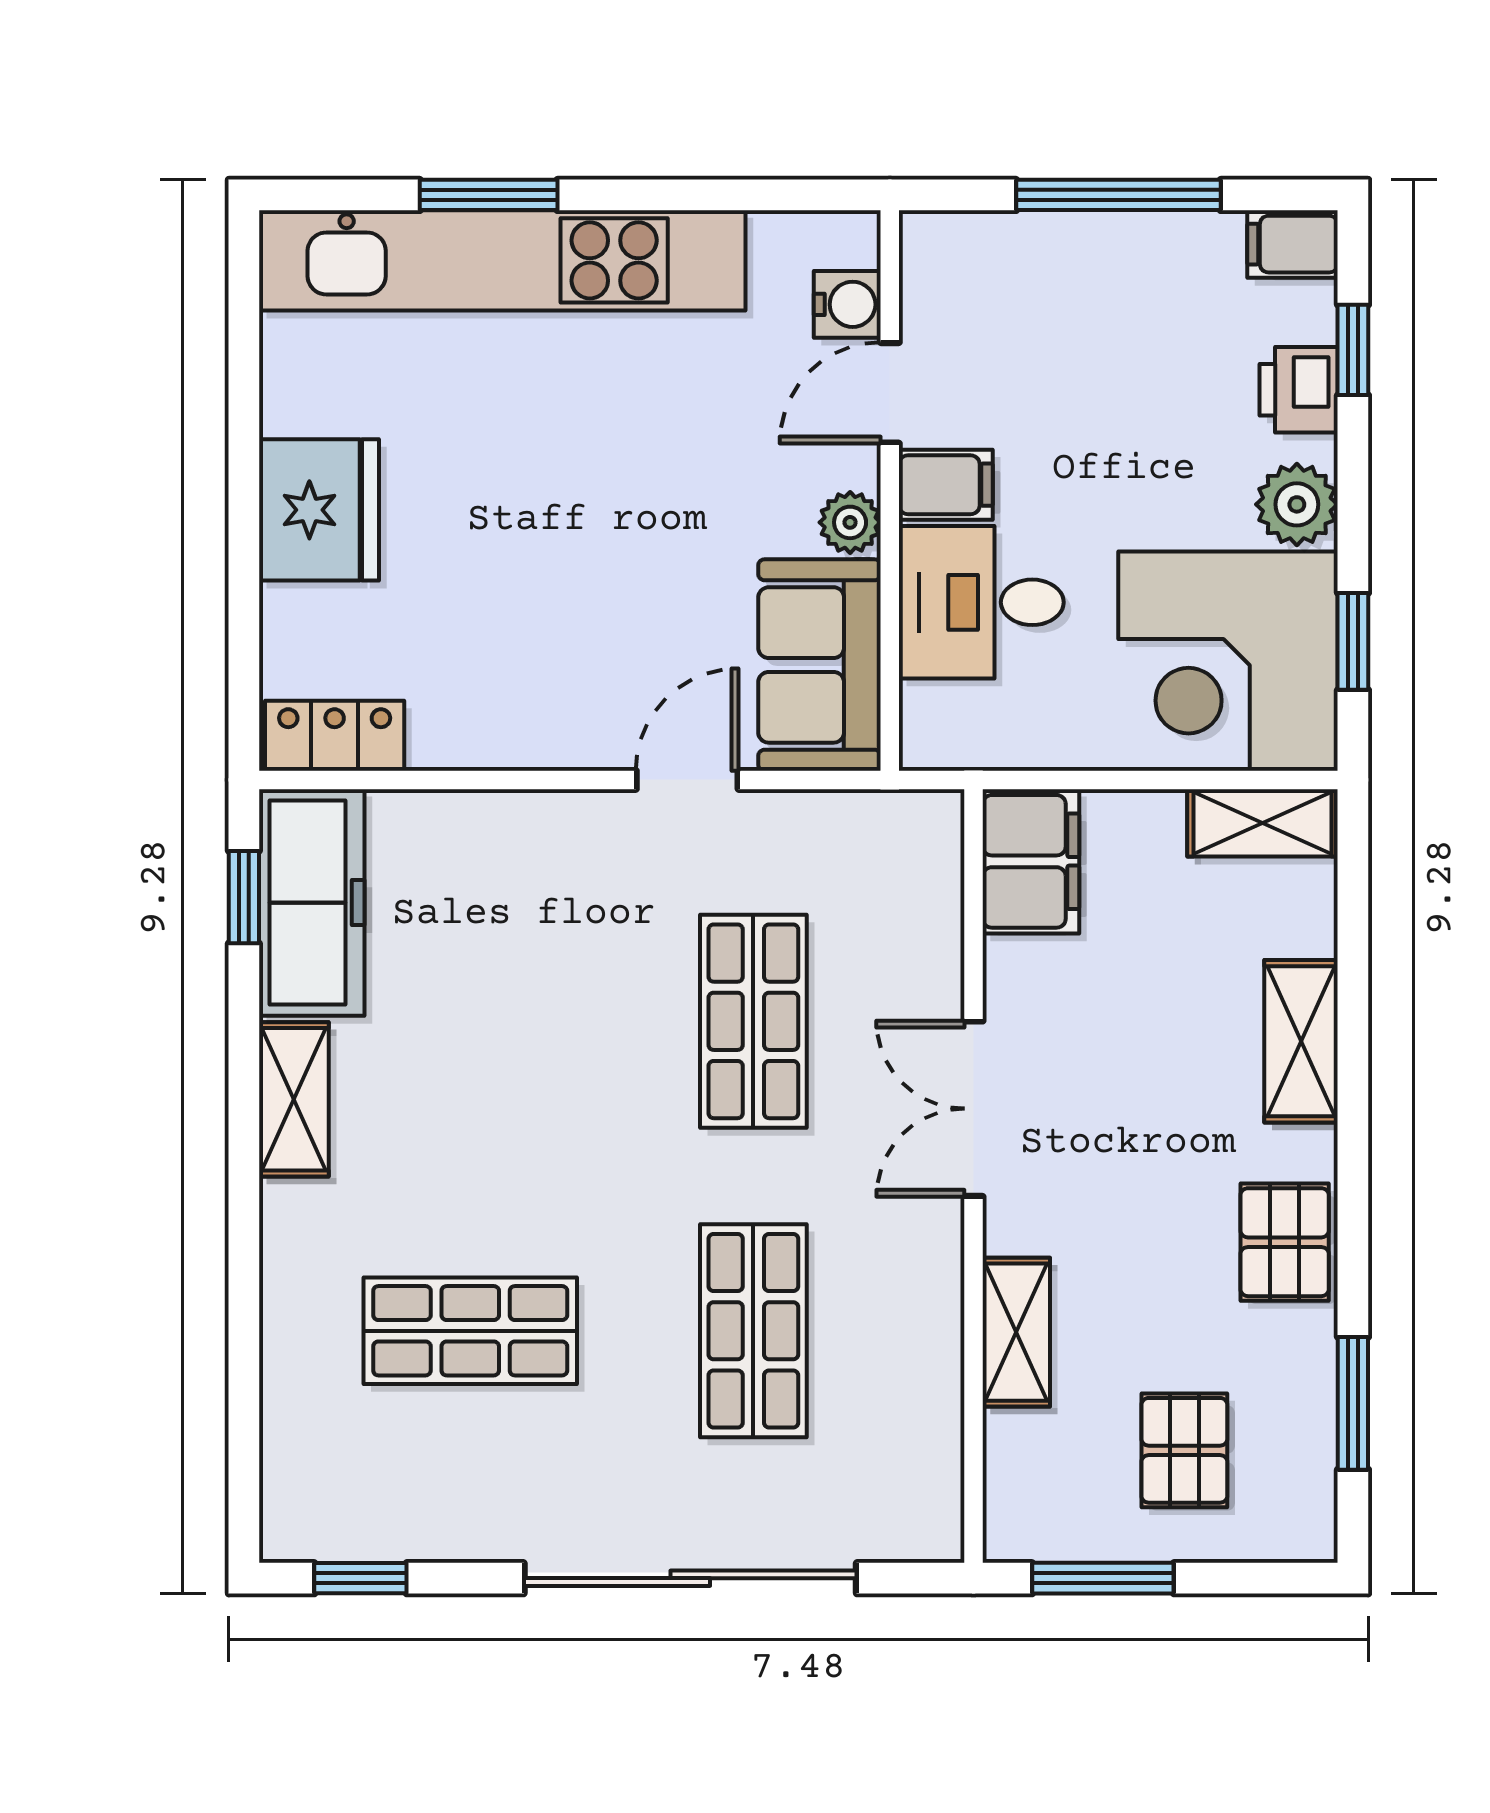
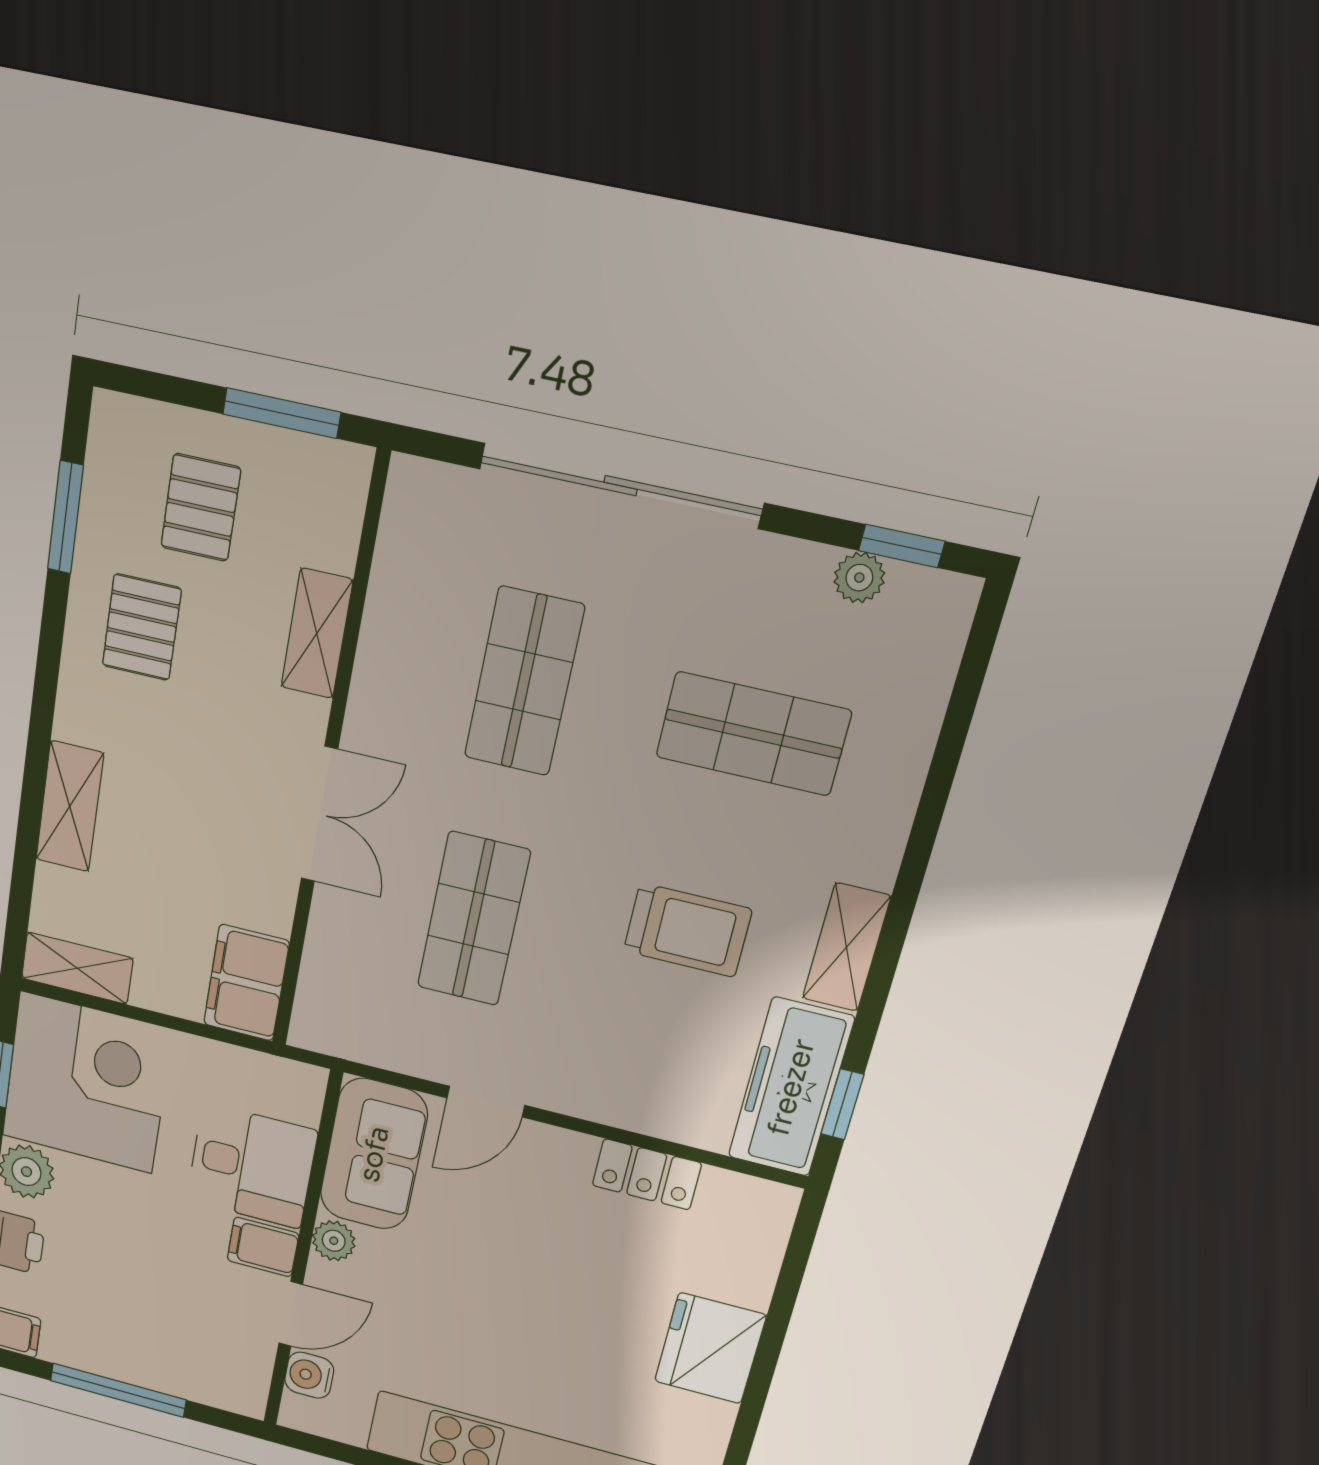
locker: (335, 736) -> (647, 1174), moved
trolley: (488, 1073) -> (687, 930), added
pallet: (1285, 1242) -> (142, 627), moved
plant: (397, 1534) -> (859, 578), added

